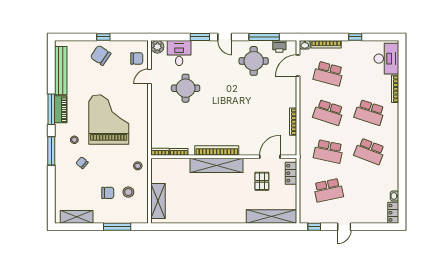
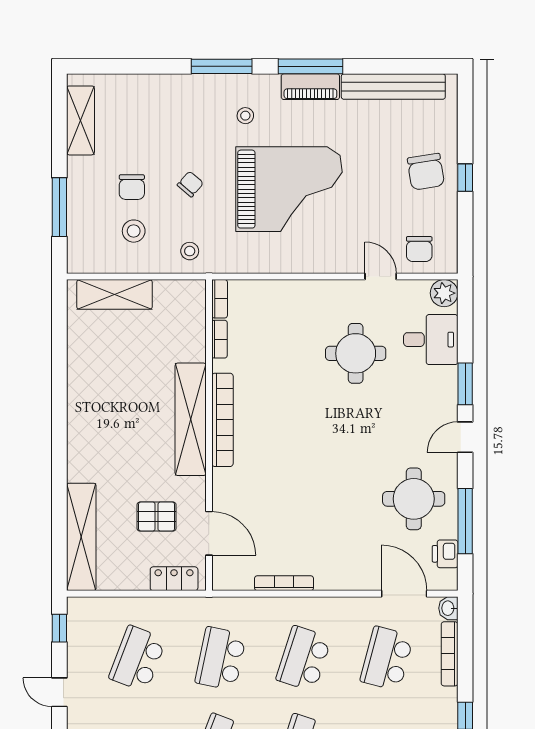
chair: (101, 55) -> (426, 172), turned 137
chair: (82, 163) -> (190, 184), moved
school desk: (328, 190) -> (138, 659), turned 33

